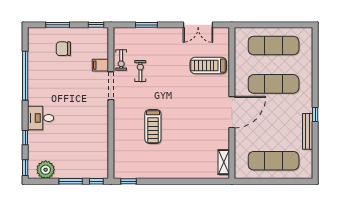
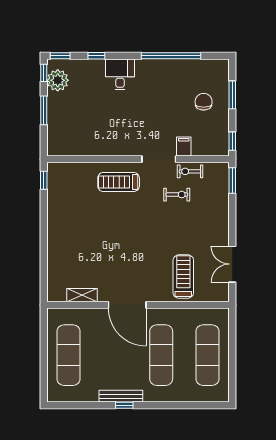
window: (146, 25) -> (232, 180), moved
treadmill: (153, 126) -> (119, 182), moved
bench: (308, 131) -> (121, 396), moved
shelving: (224, 162) -> (82, 295), moved
window: (96, 181) -> (44, 73), moved

